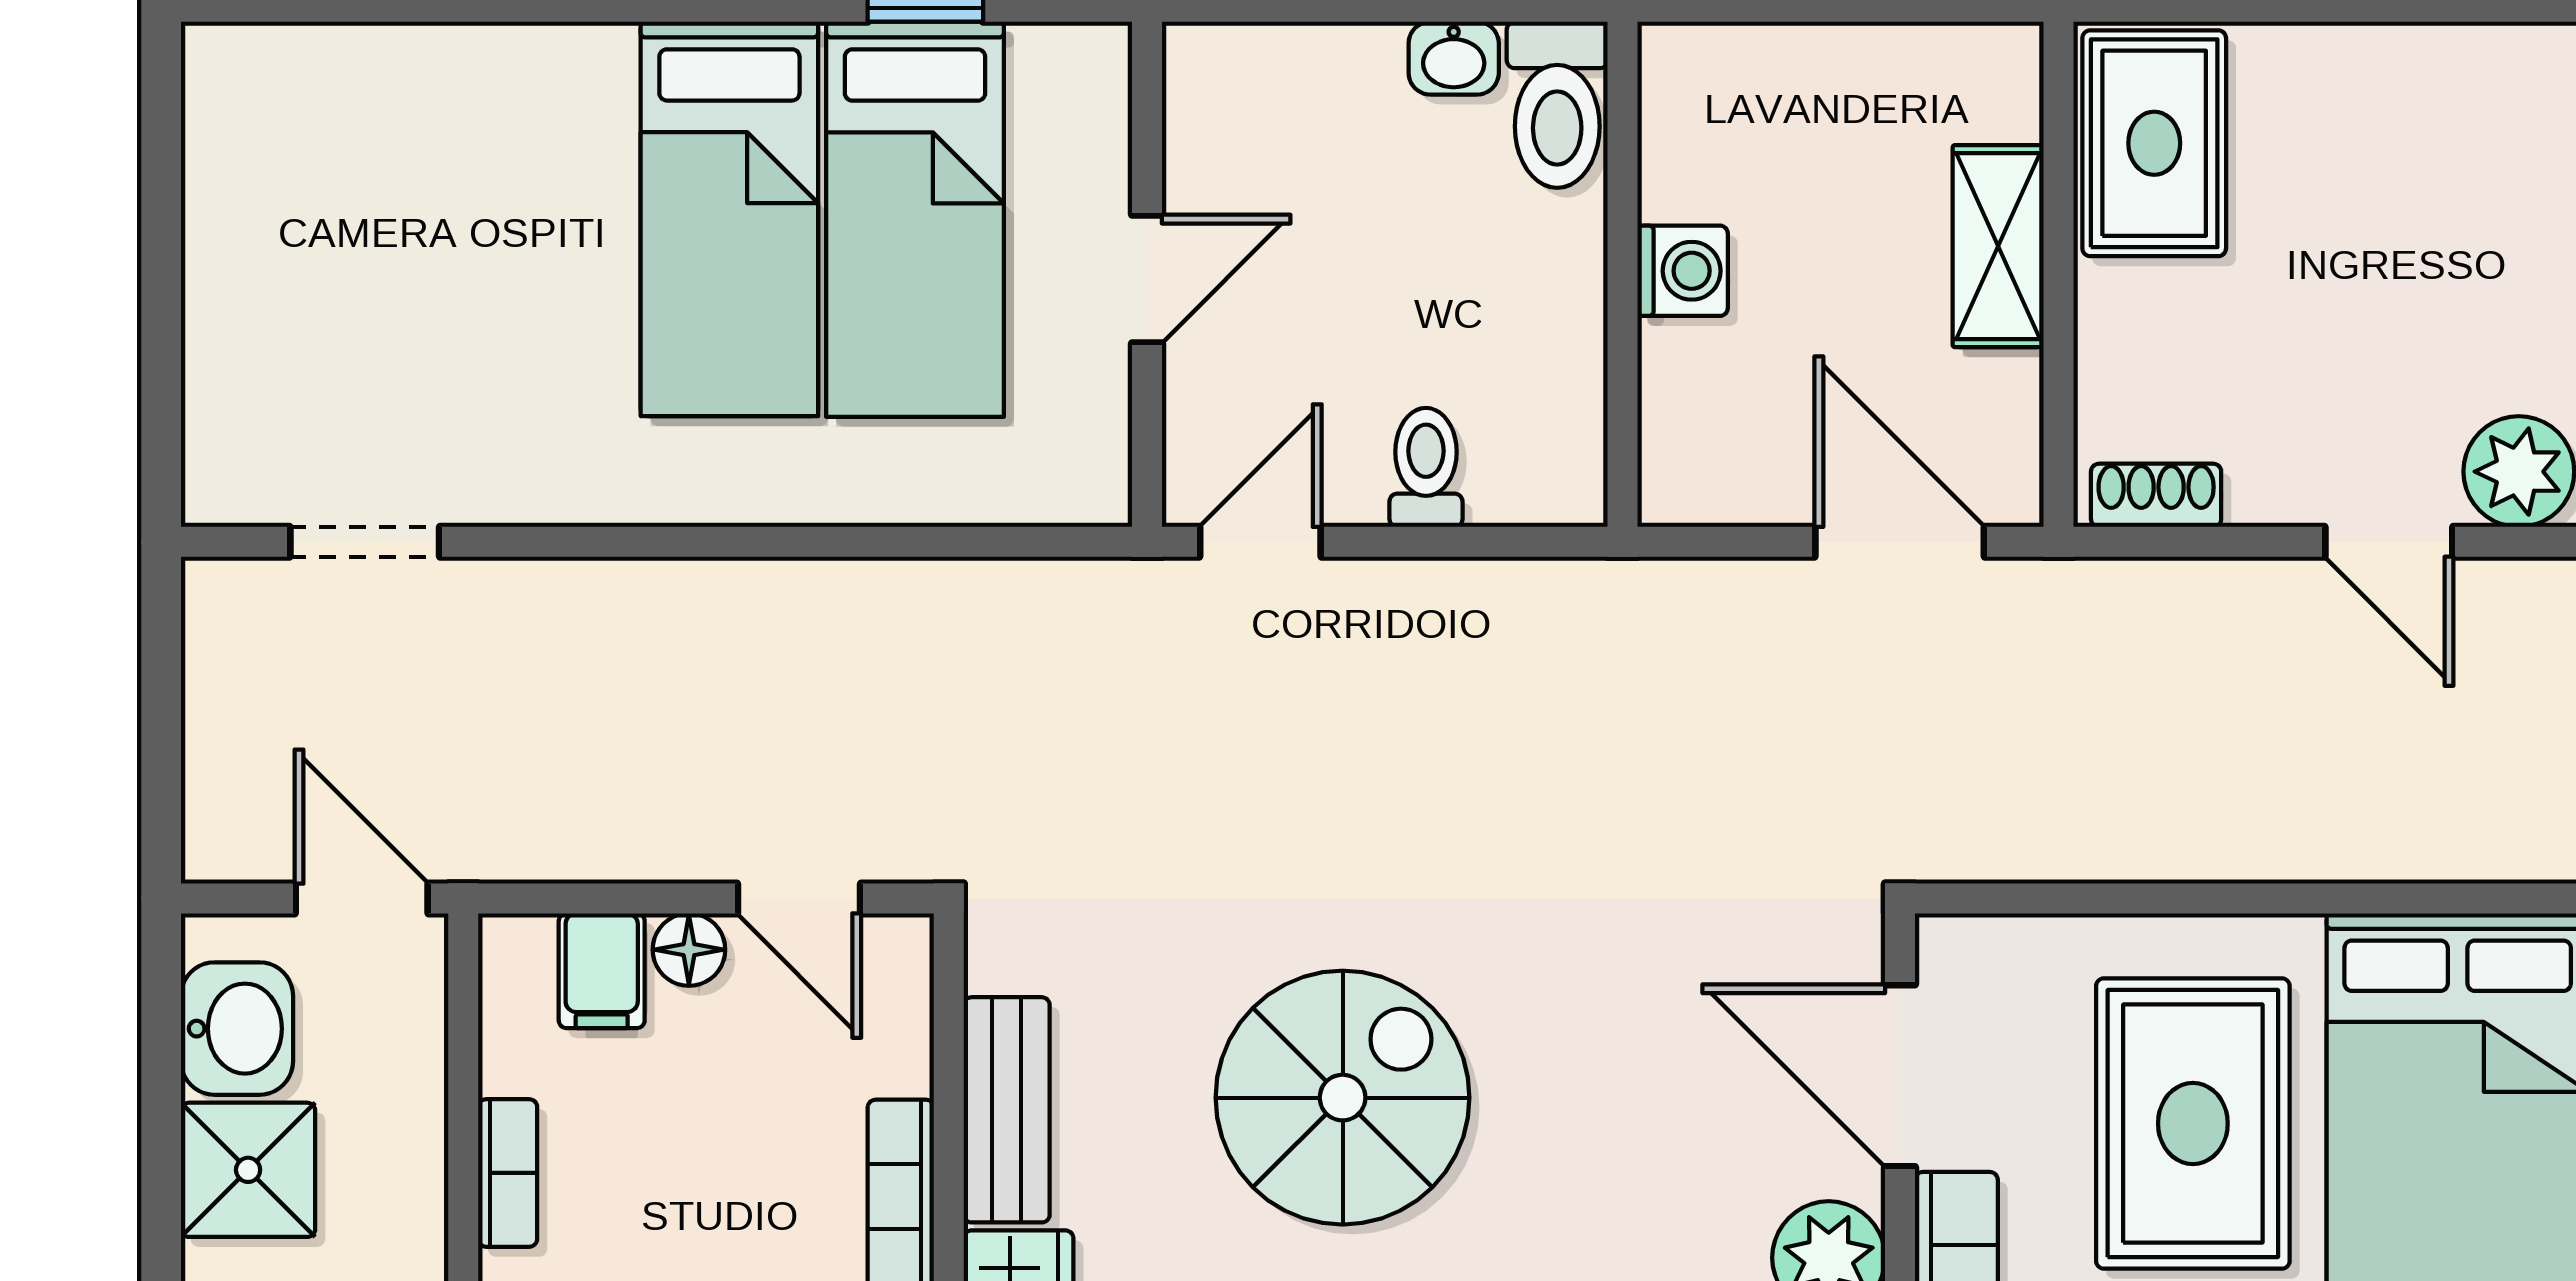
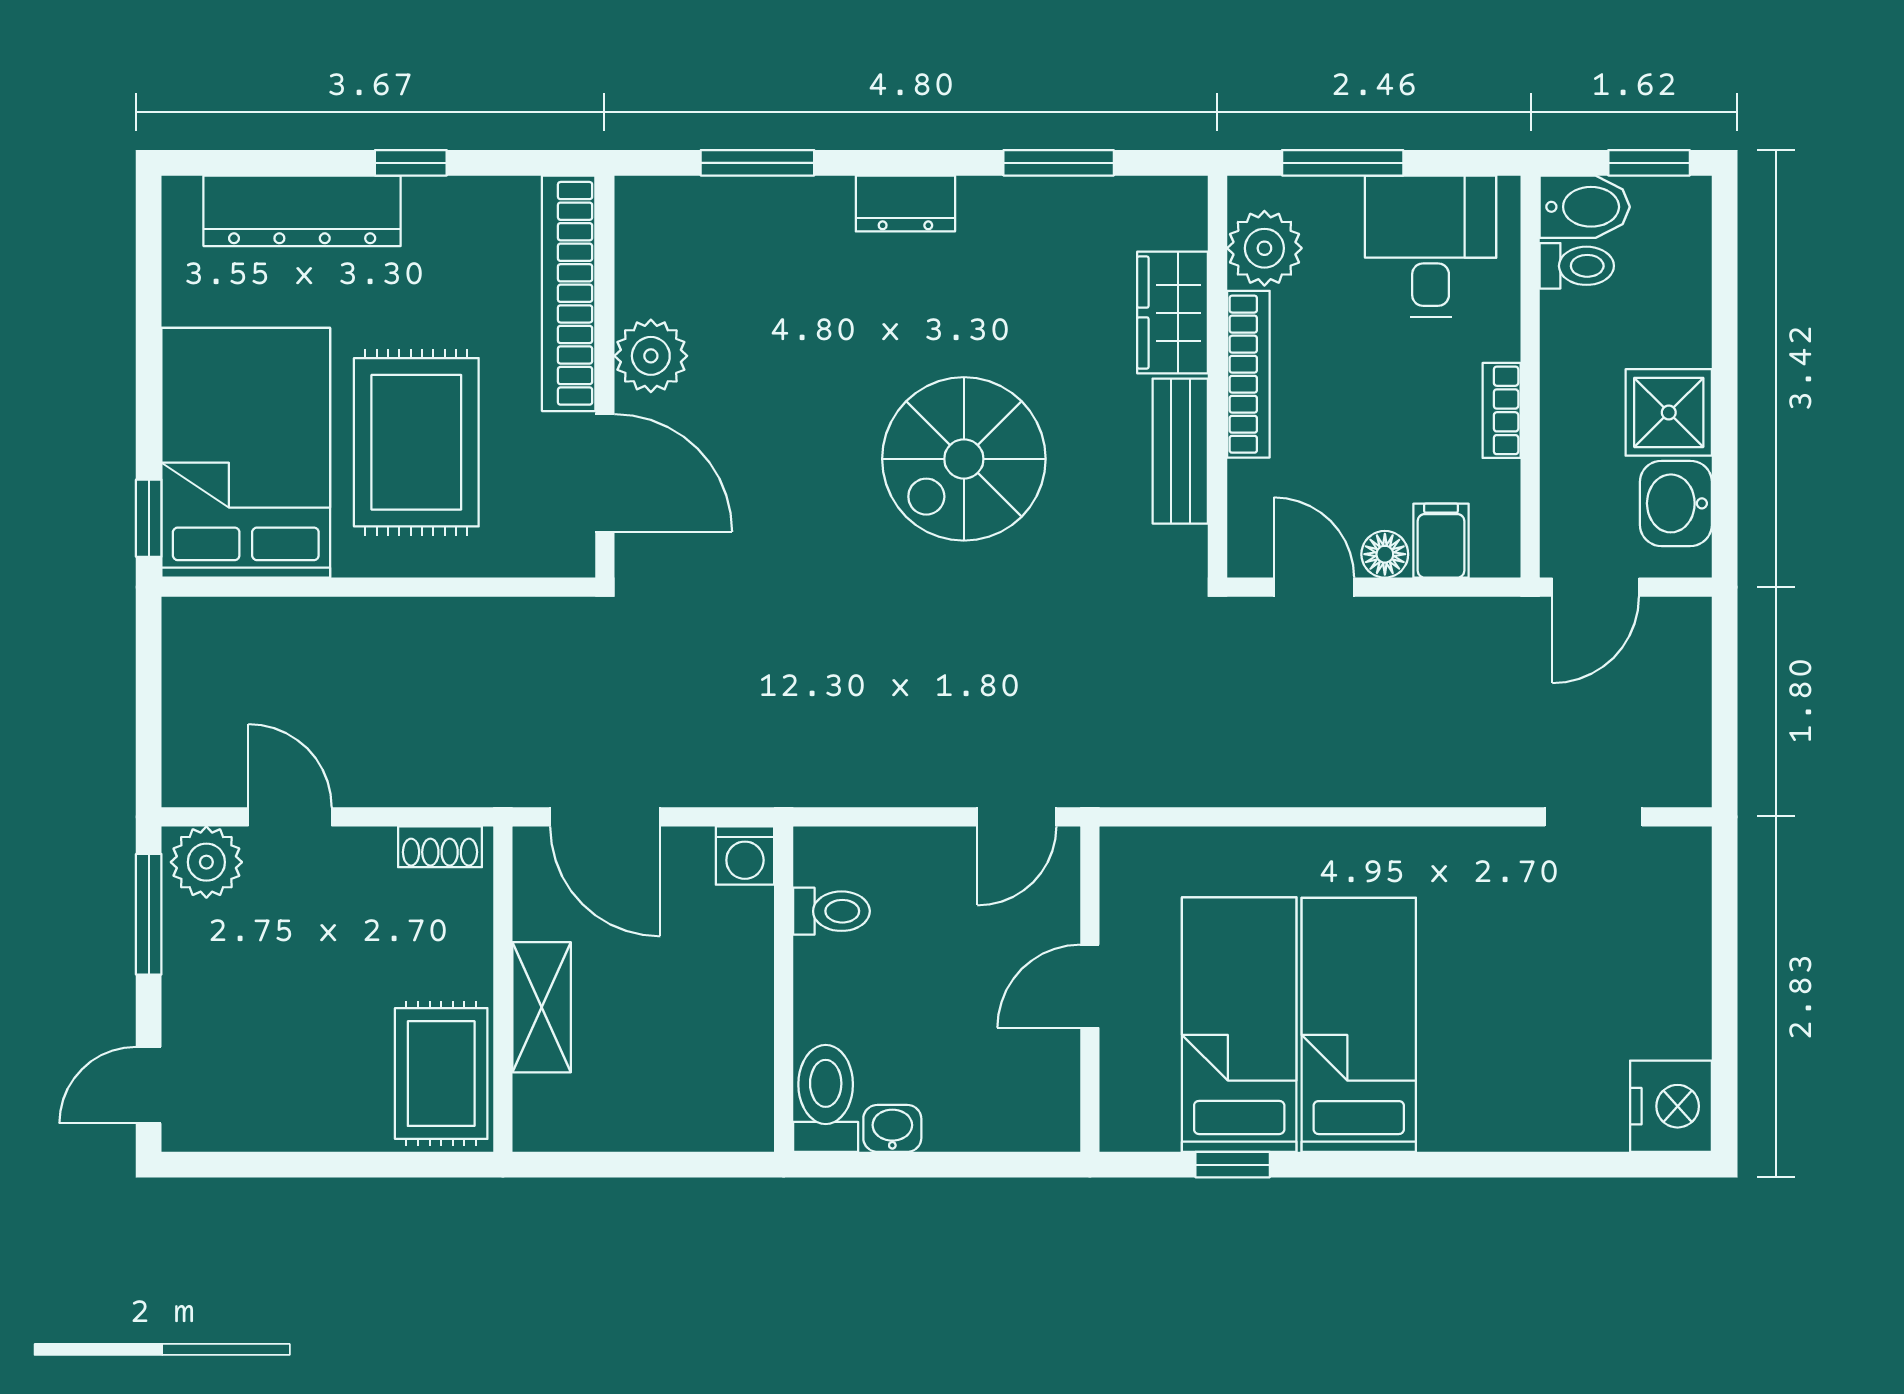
nightstand: (244, 92) -> (1671, 1106), added
washing machine: (1683, 271) -> (745, 856), moved, turned -90
toilet: (1426, 467) -> (831, 911), moved, turned -90
door: (362, 899) -> (1596, 587), hinge flipped

